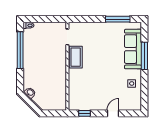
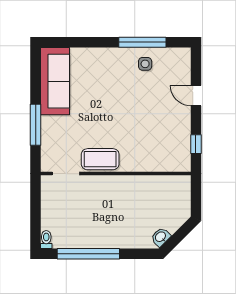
window: (118, 19) -> (36, 125), moved
sofa: (133, 49) -> (55, 81), moved, turned -90
window: (144, 56) -> (142, 42), moved

